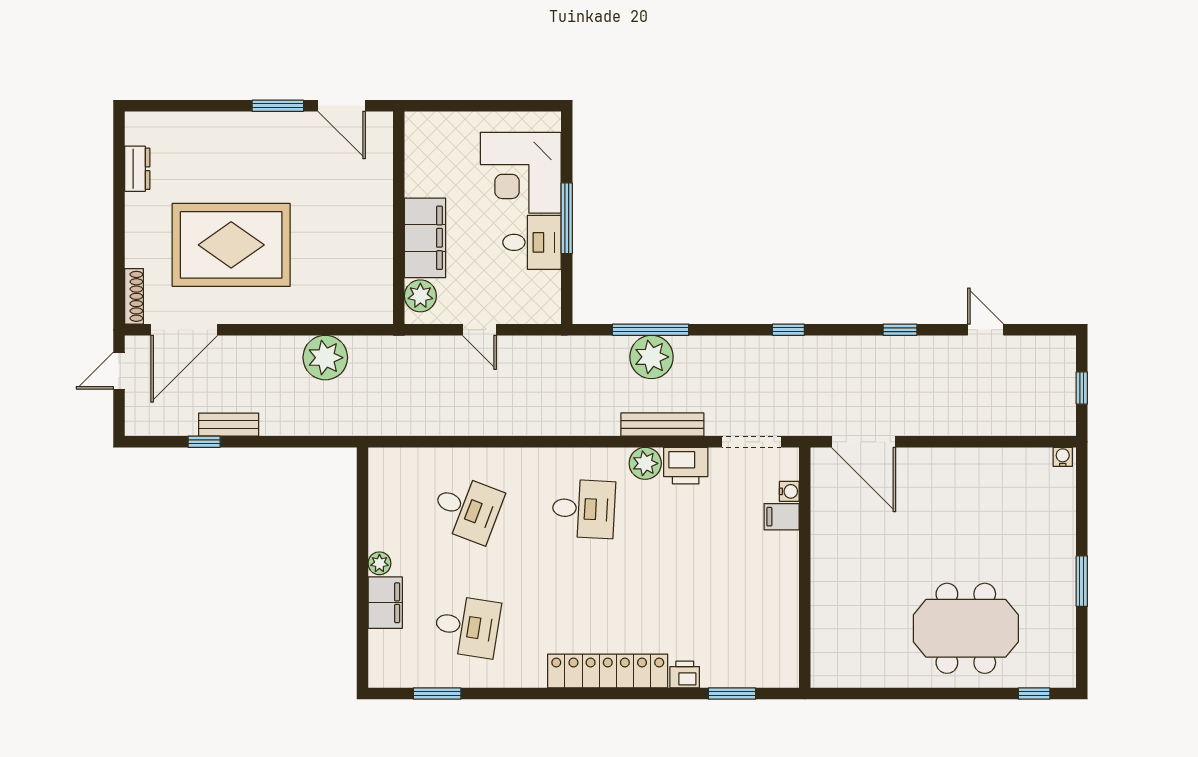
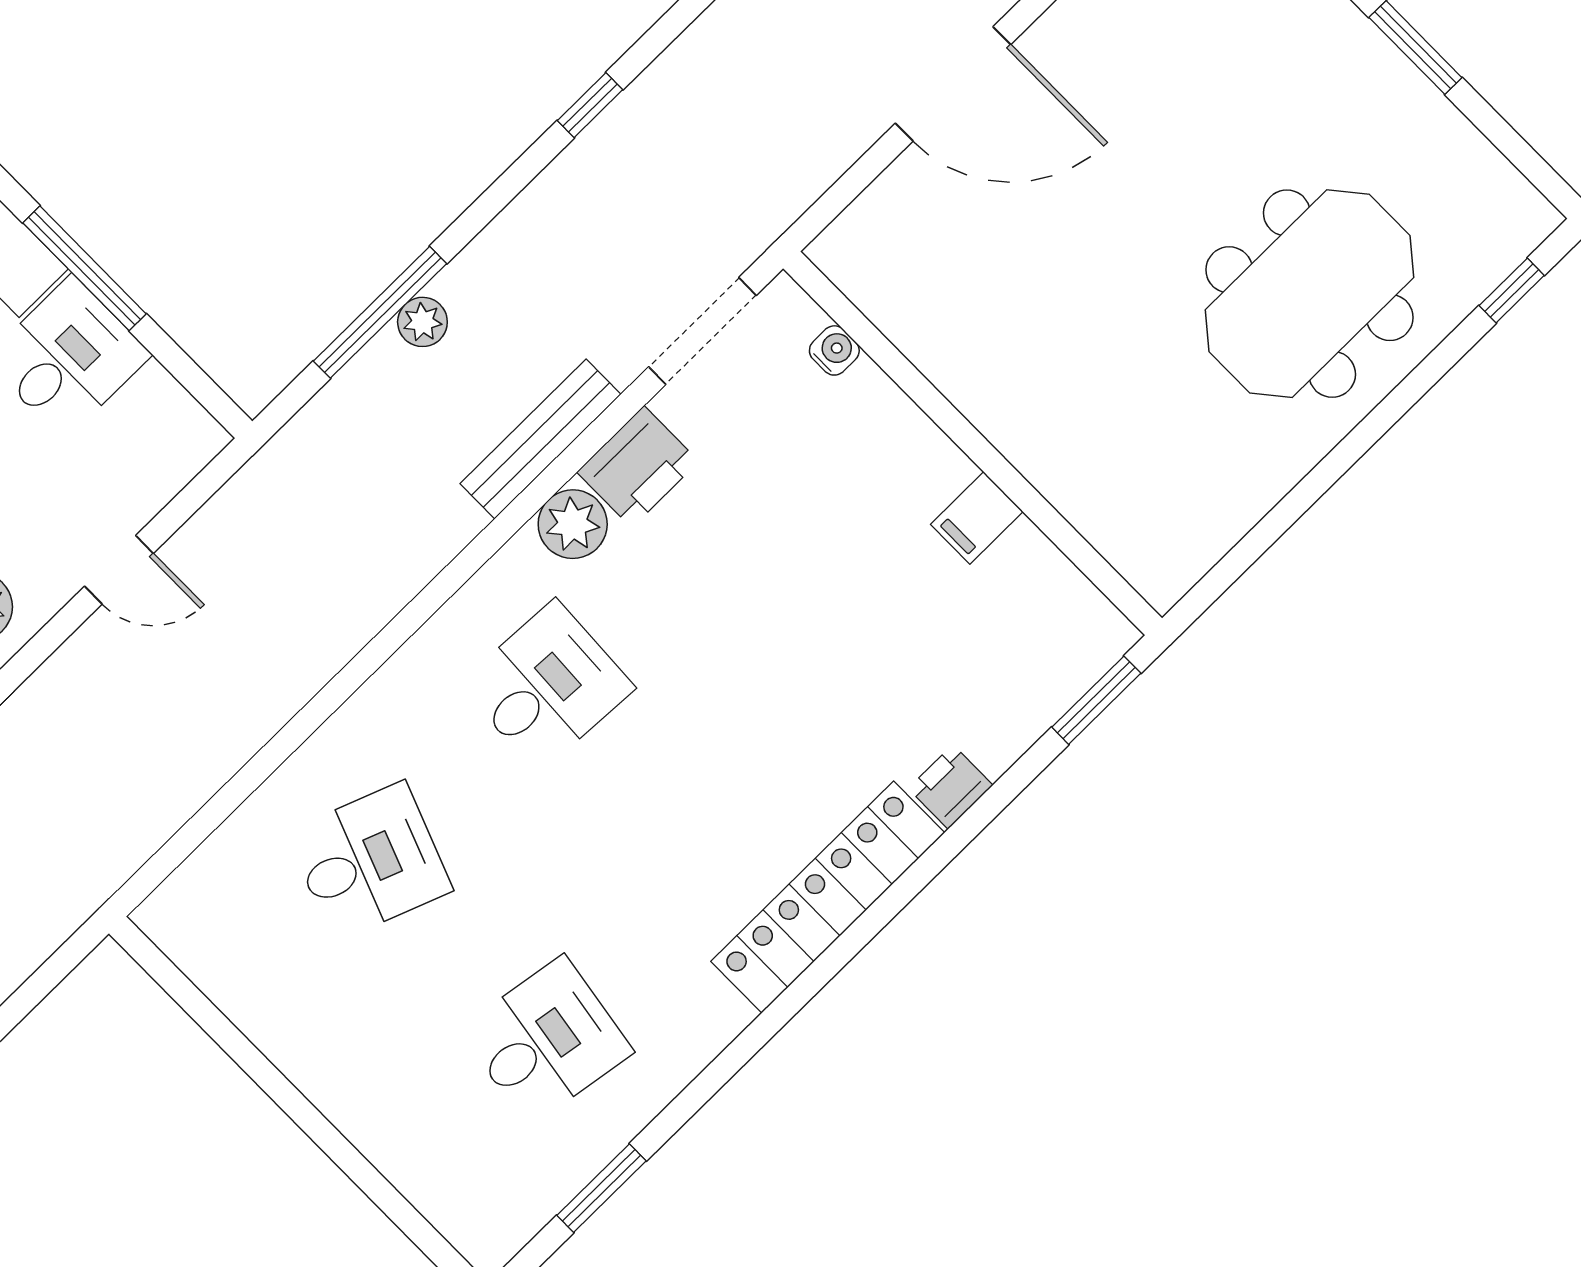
plant: (651, 357) -> (422, 322), width x0.53, depth x0.53
door: (864, 442) -> (953, 84), moved
filing cabinet: (782, 517) -> (977, 518), moved
plant: (379, 563) -> (318, 1076), removed
filing cabinet: (385, 603) -> (386, 1128), removed
window: (732, 694) -> (1096, 700), moved

